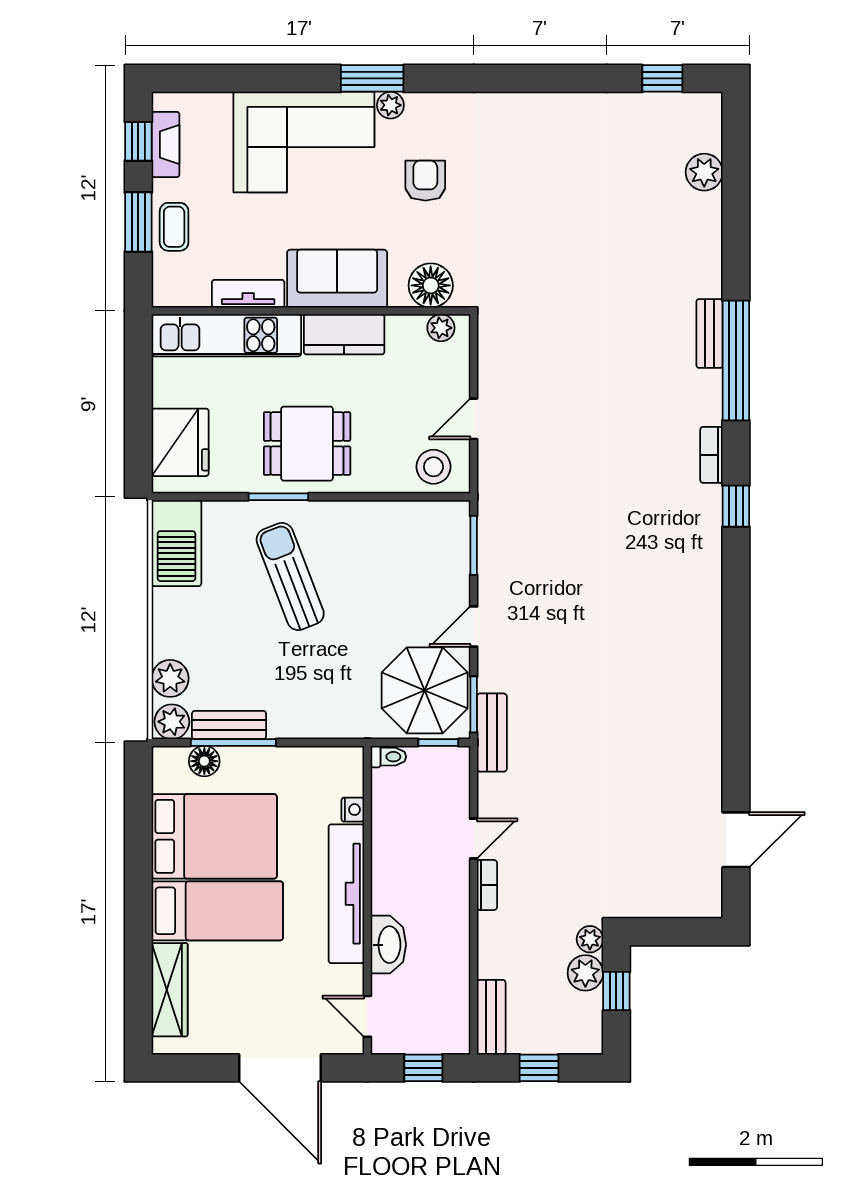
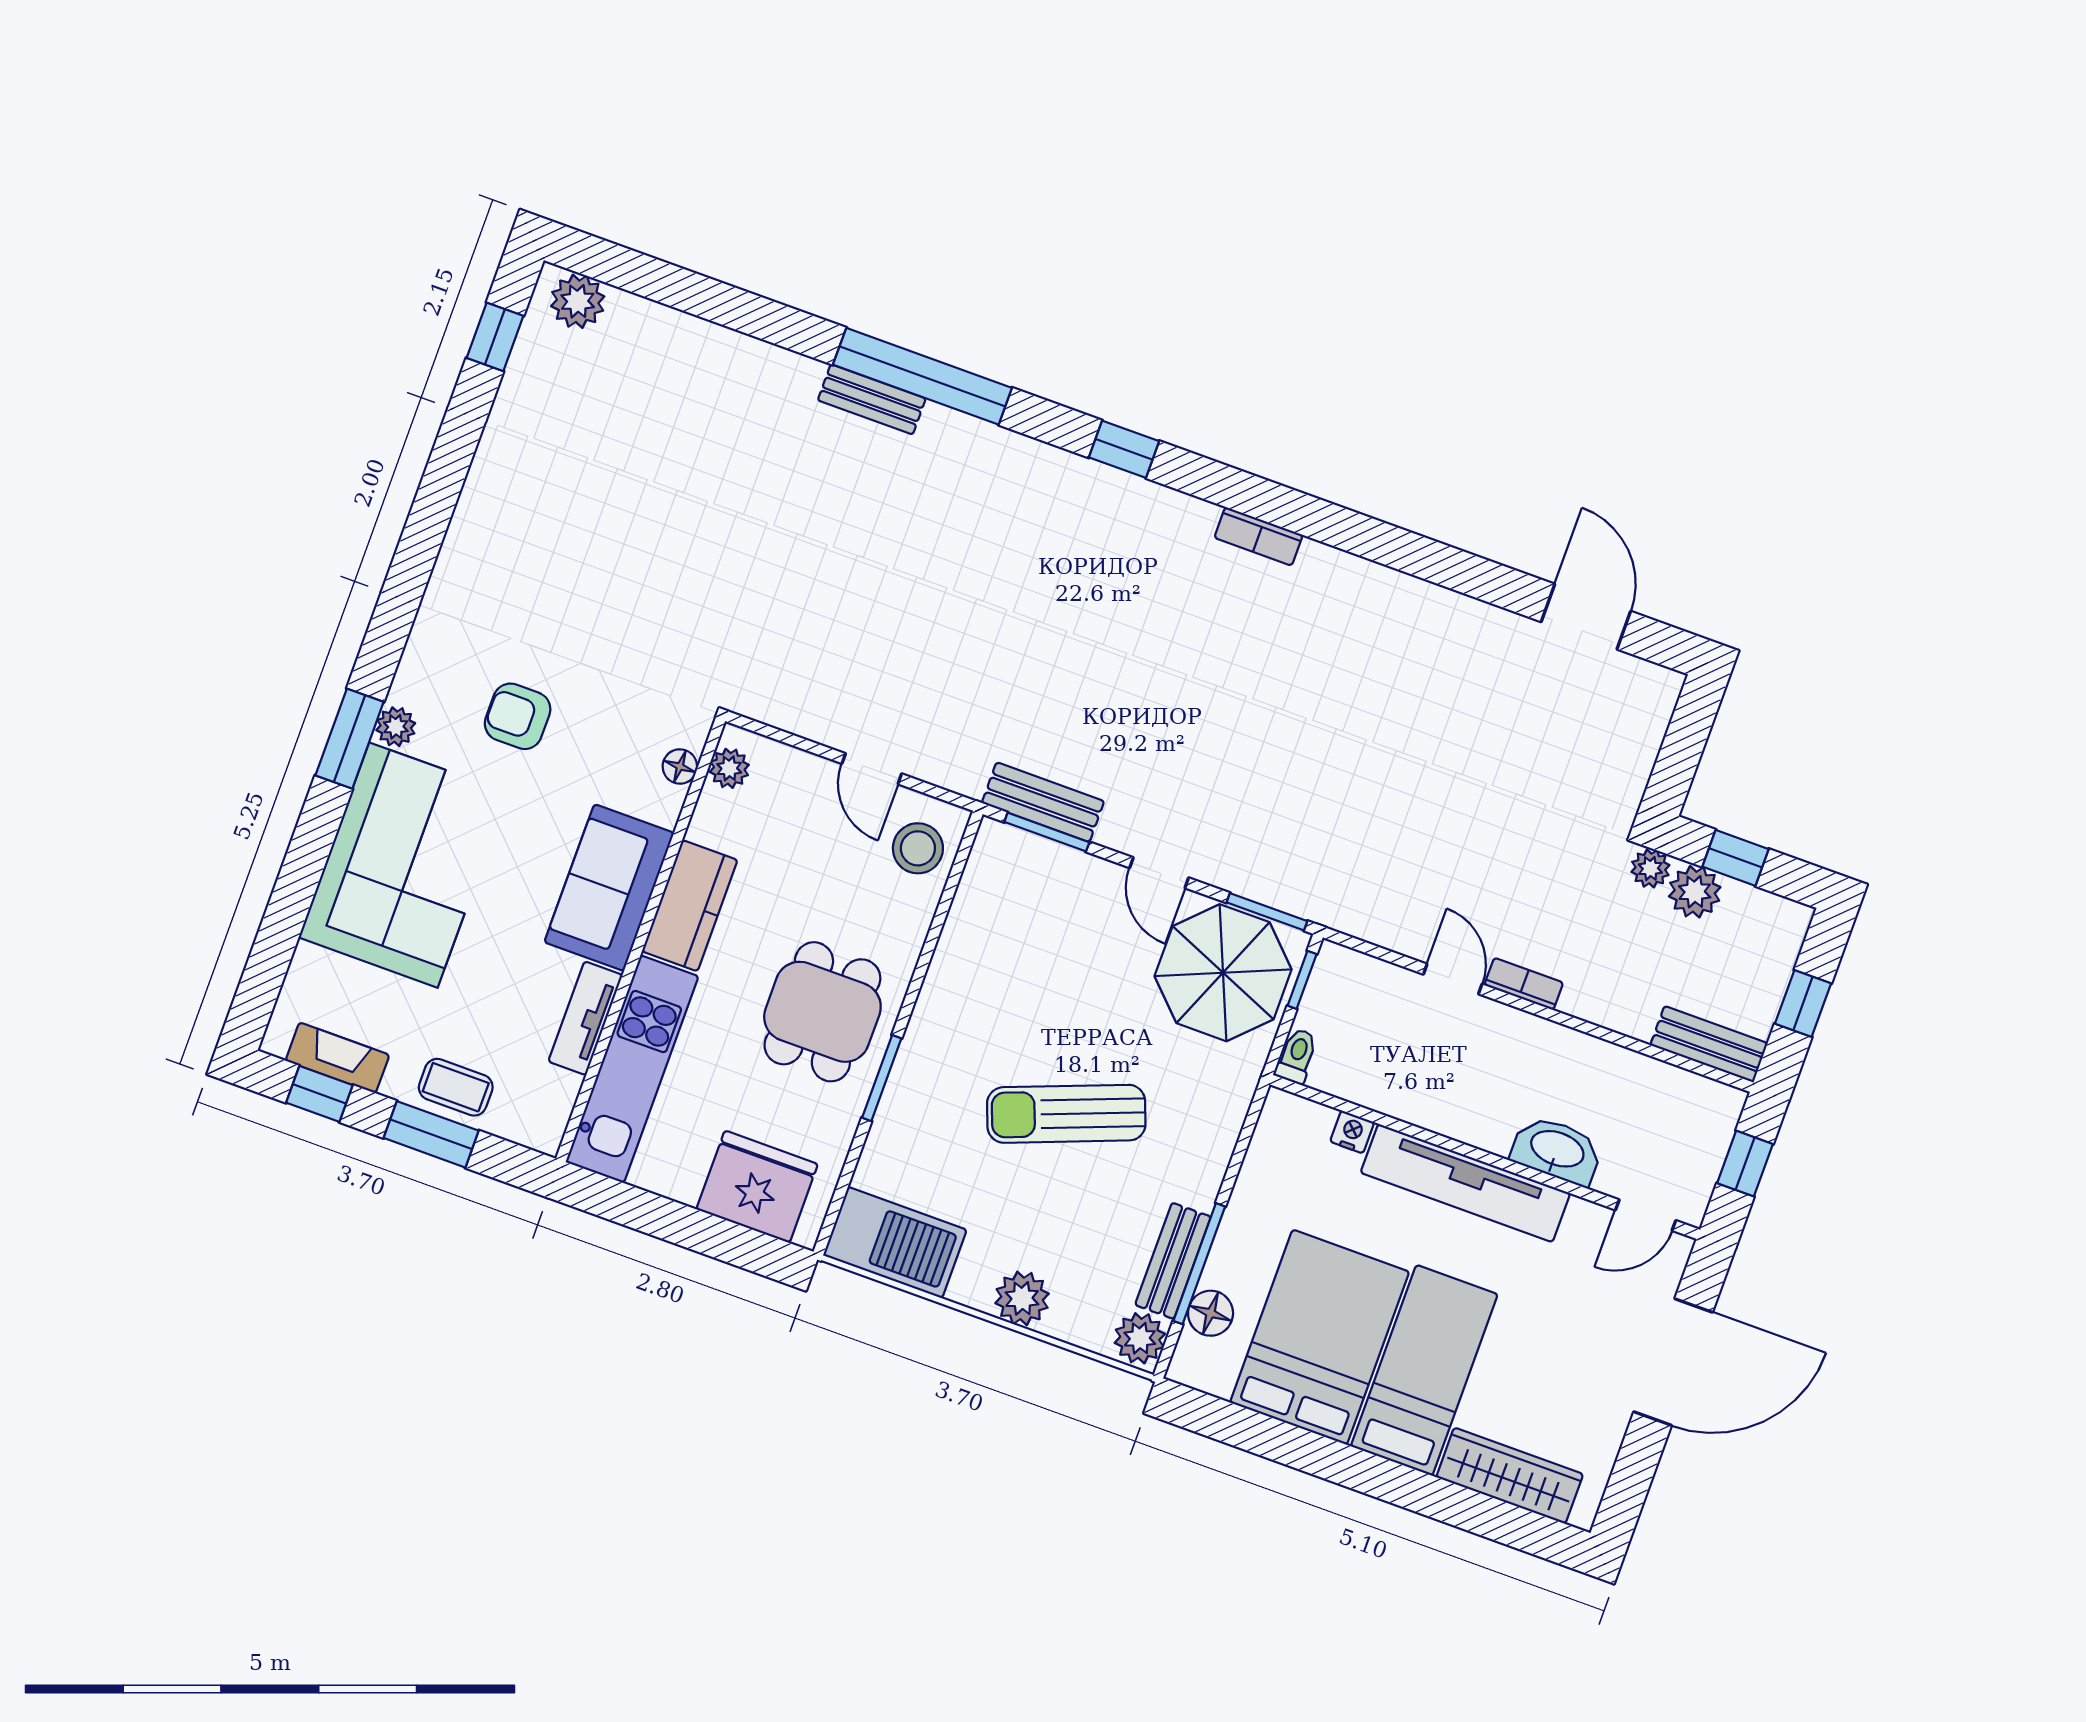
plant: (704, 172) -> (578, 301), moved
floor lamp: (431, 285) -> (680, 767), width x0.53, depth x0.53
bookcase: (711, 455) -> (1259, 536), moved
sun lounger: (290, 577) -> (1066, 1114), moved
plant: (170, 678) -> (1022, 1298), moved
bench: (492, 733) -> (1043, 802), moved

